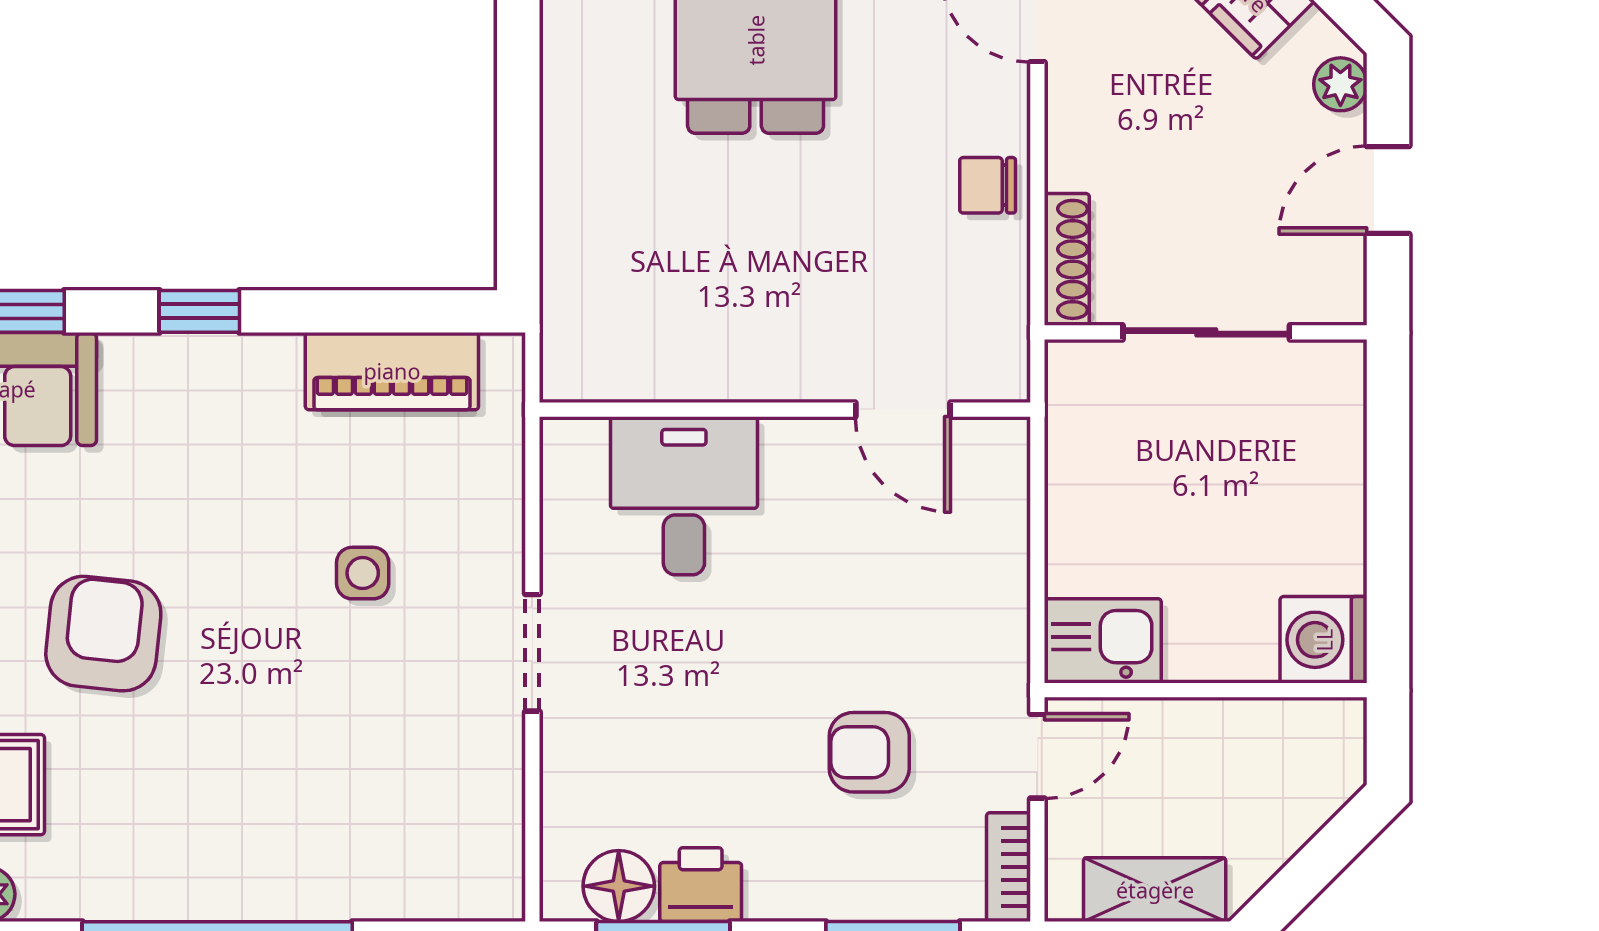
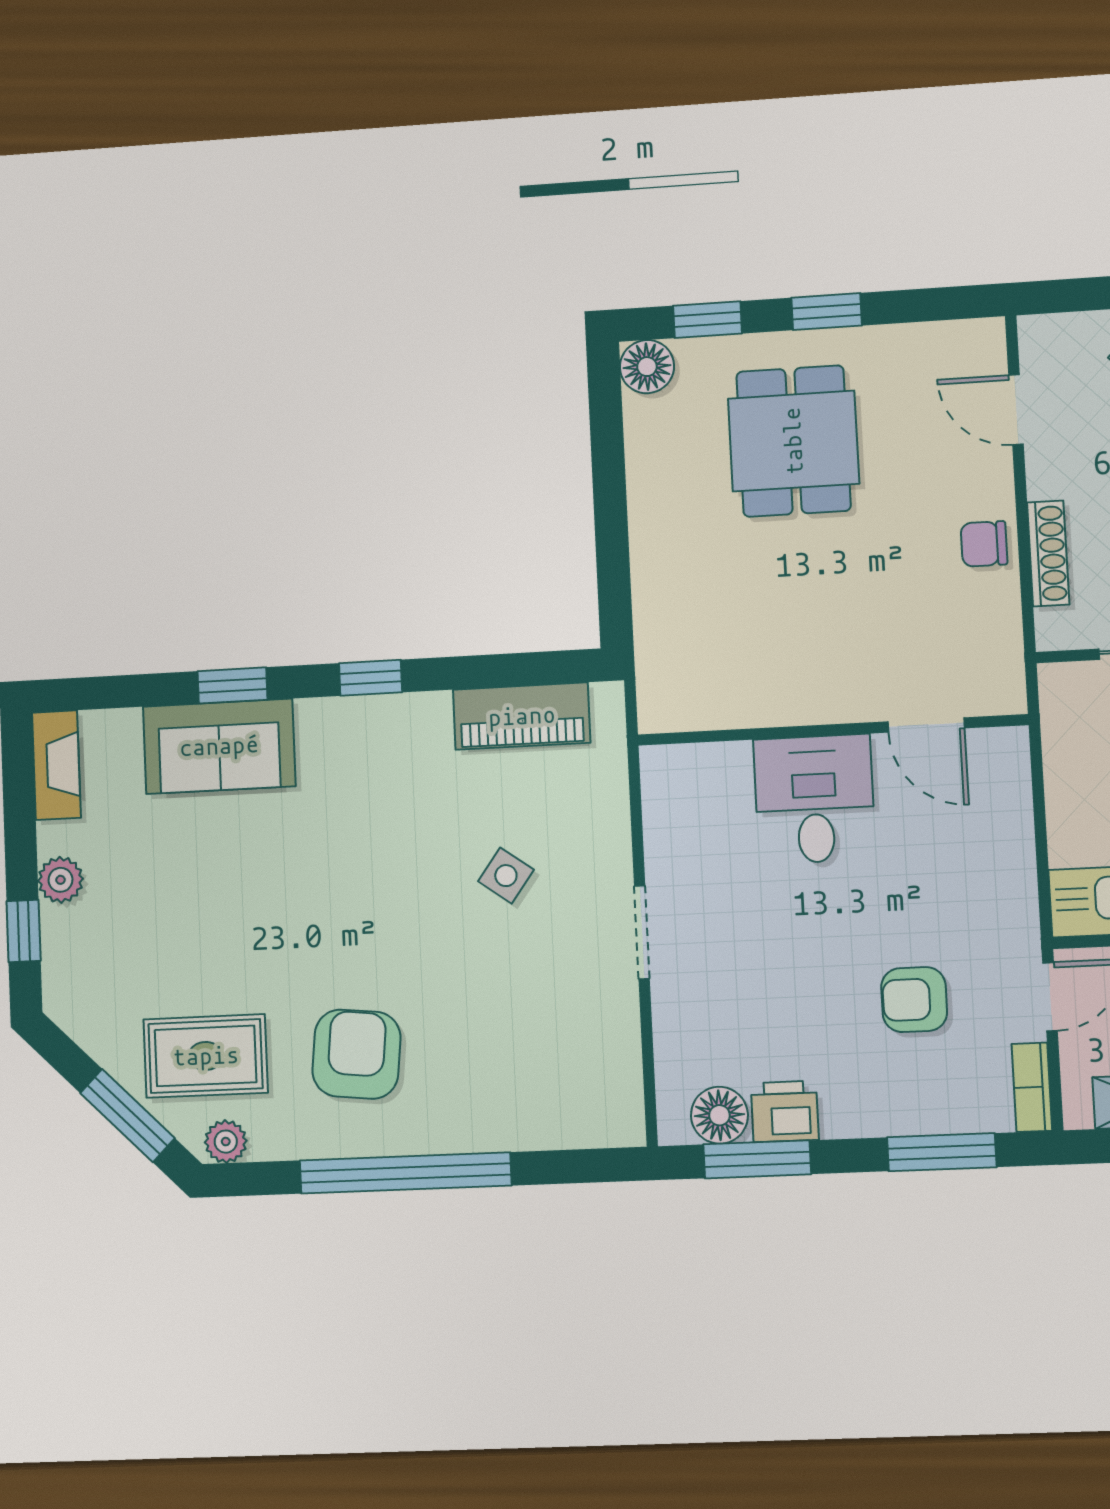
shoe rack: (1067, 259) -> (1048, 553), moved
desk: (684, 496) -> (814, 799), moved
side table: (363, 573) -> (506, 876), turned 36
armchair: (103, 634) -> (356, 1054), moved

